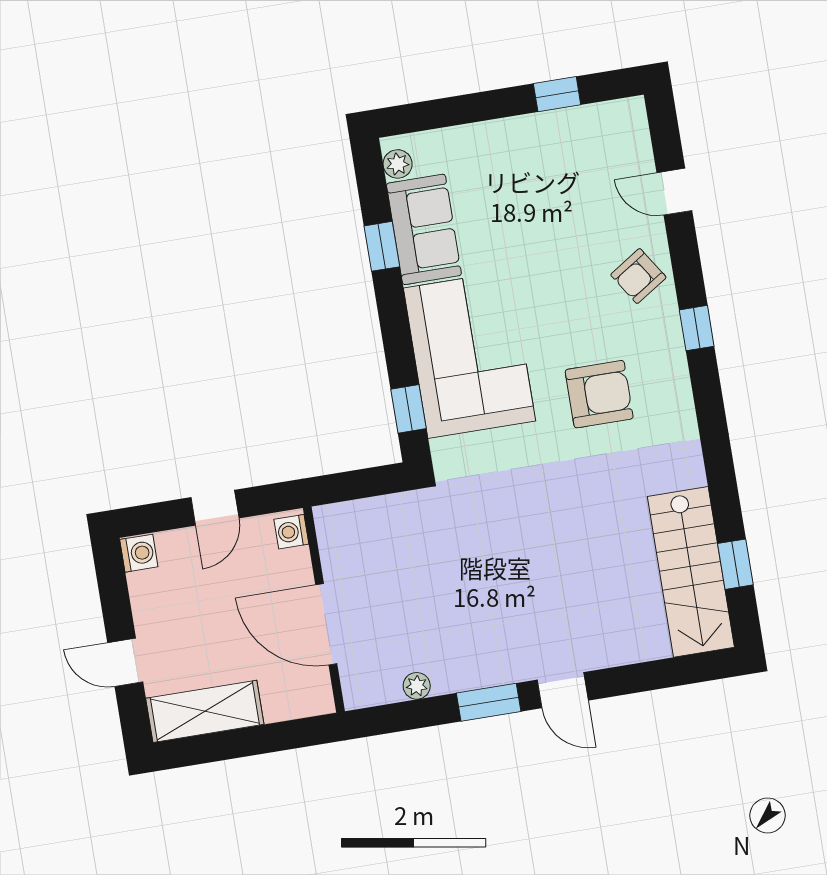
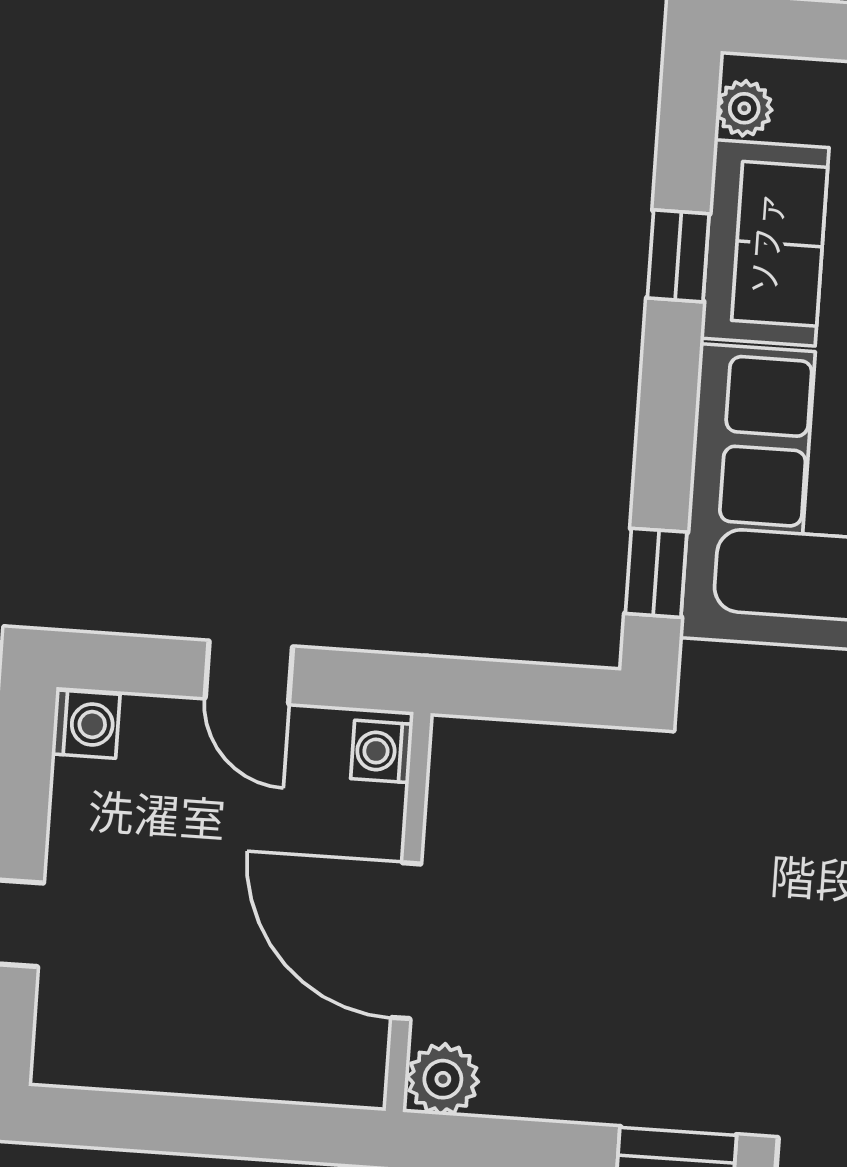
door: (215, 508) -> (249, 672), hinge flipped
plant: (417, 686) -> (443, 1079), moved, width x1.38, depth x1.38
shelving: (205, 711) -> (140, 1050), removed

